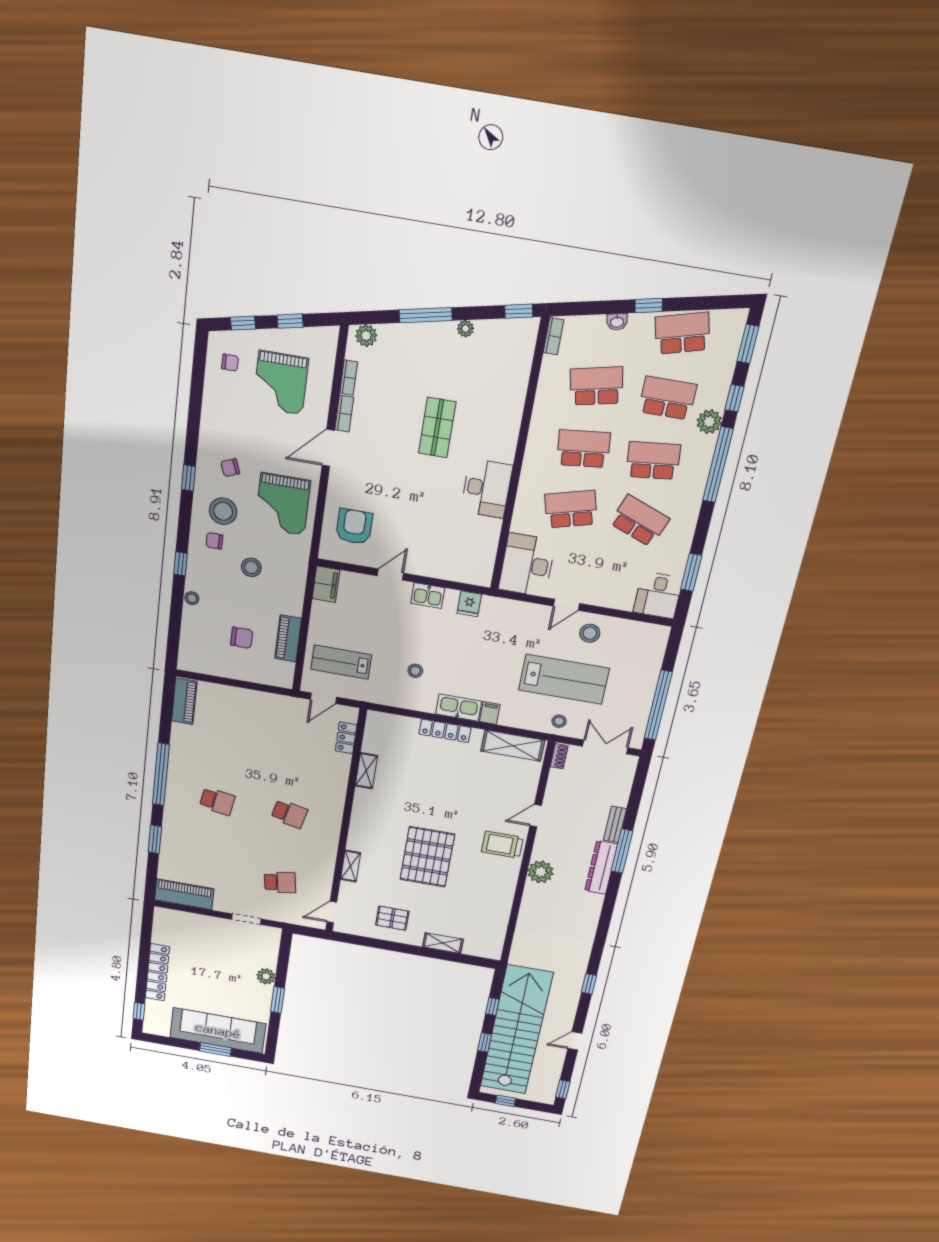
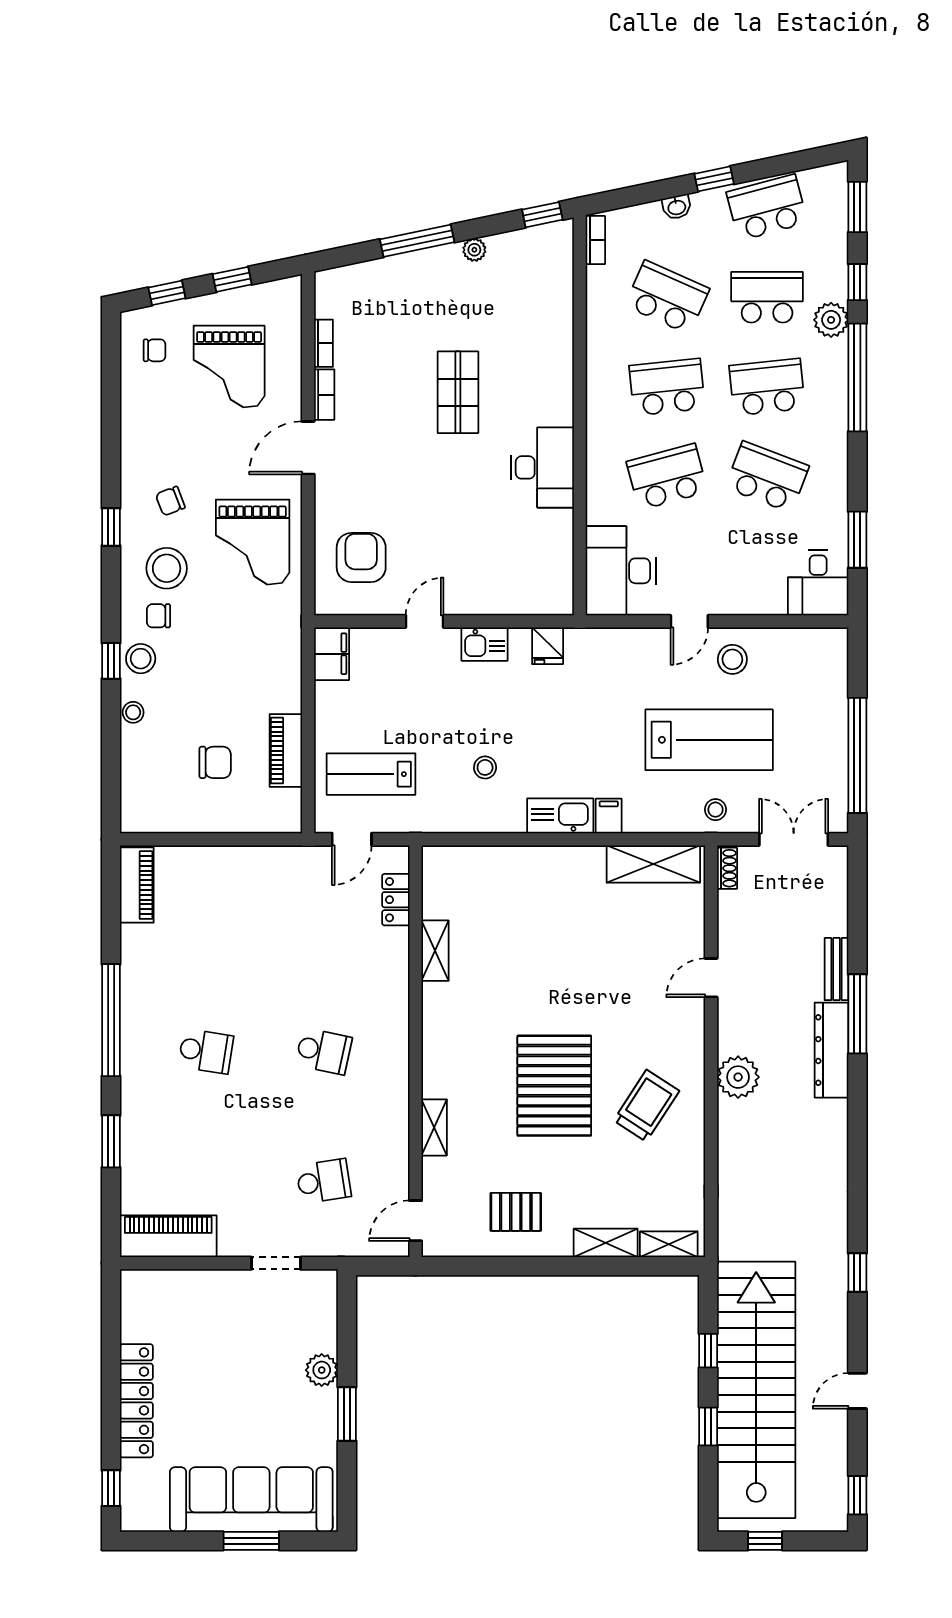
plant: (366, 336) -> (340, 282), removed
school desk: (596, 386) -> (667, 297), turned 36
stool: (251, 567) -> (141, 659), moved
locker: (445, 731) -> (546, 859), removed
trolley: (502, 845) -> (646, 1106), moved, turned 123
shelving: (480, 950) -> (669, 1244), added

